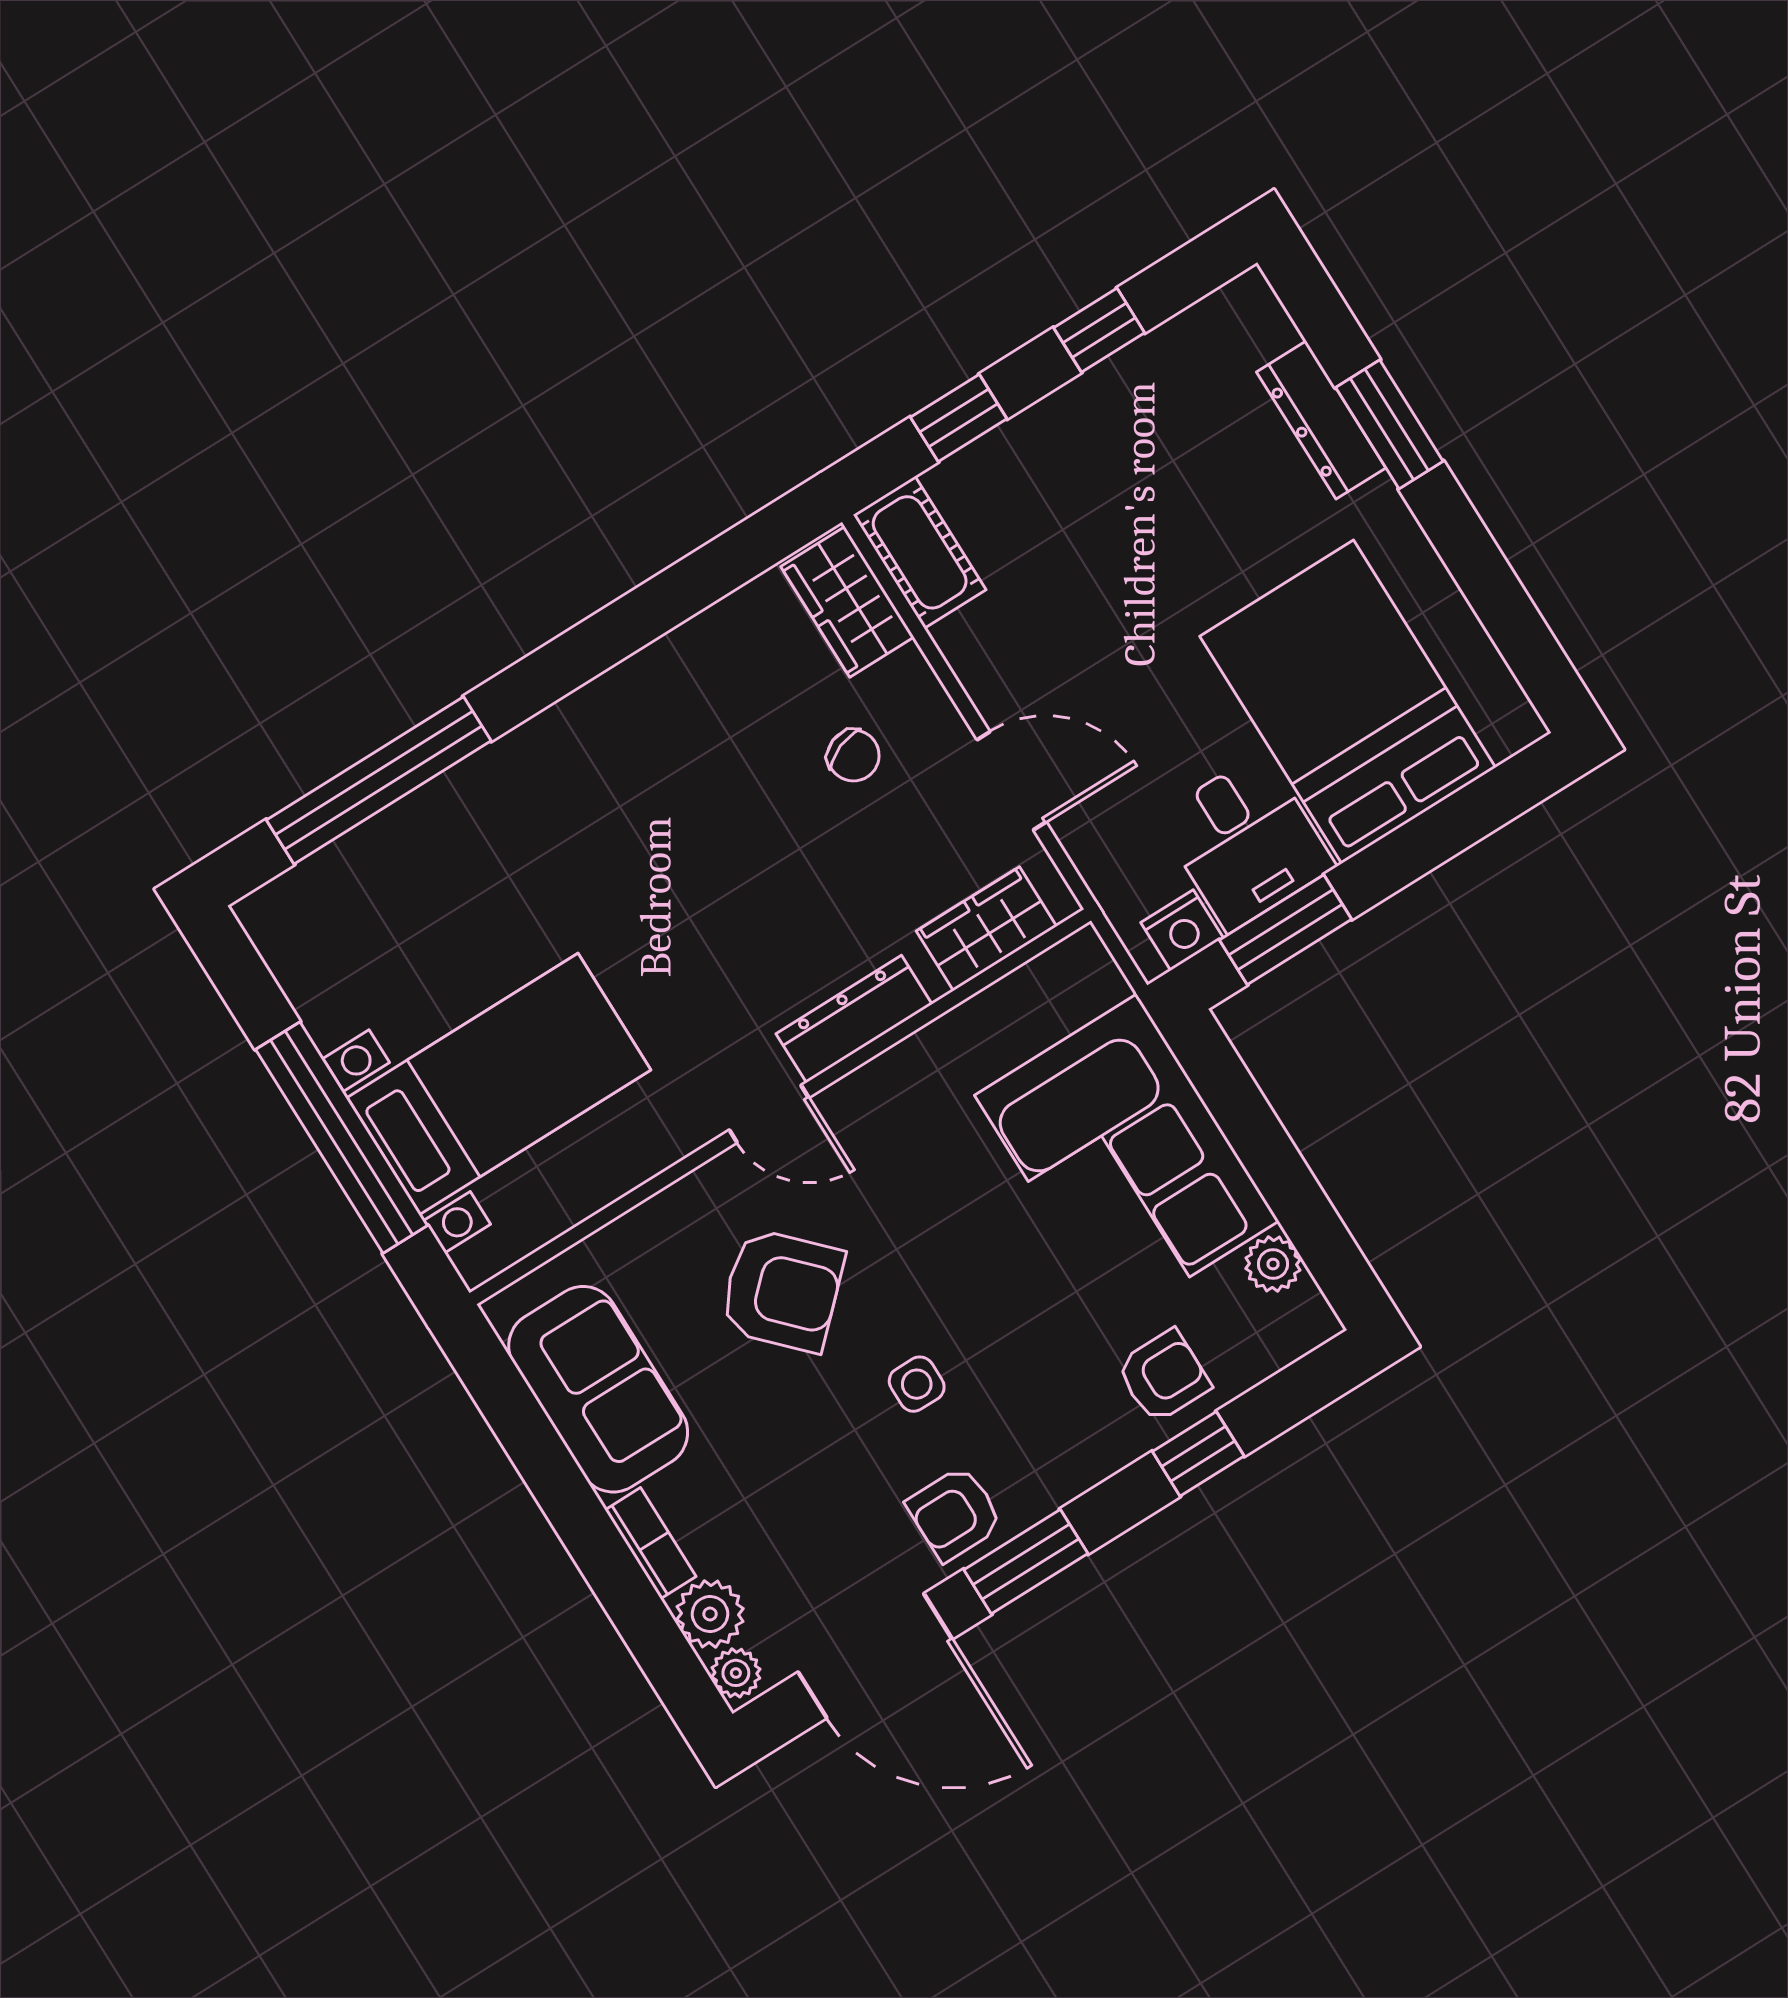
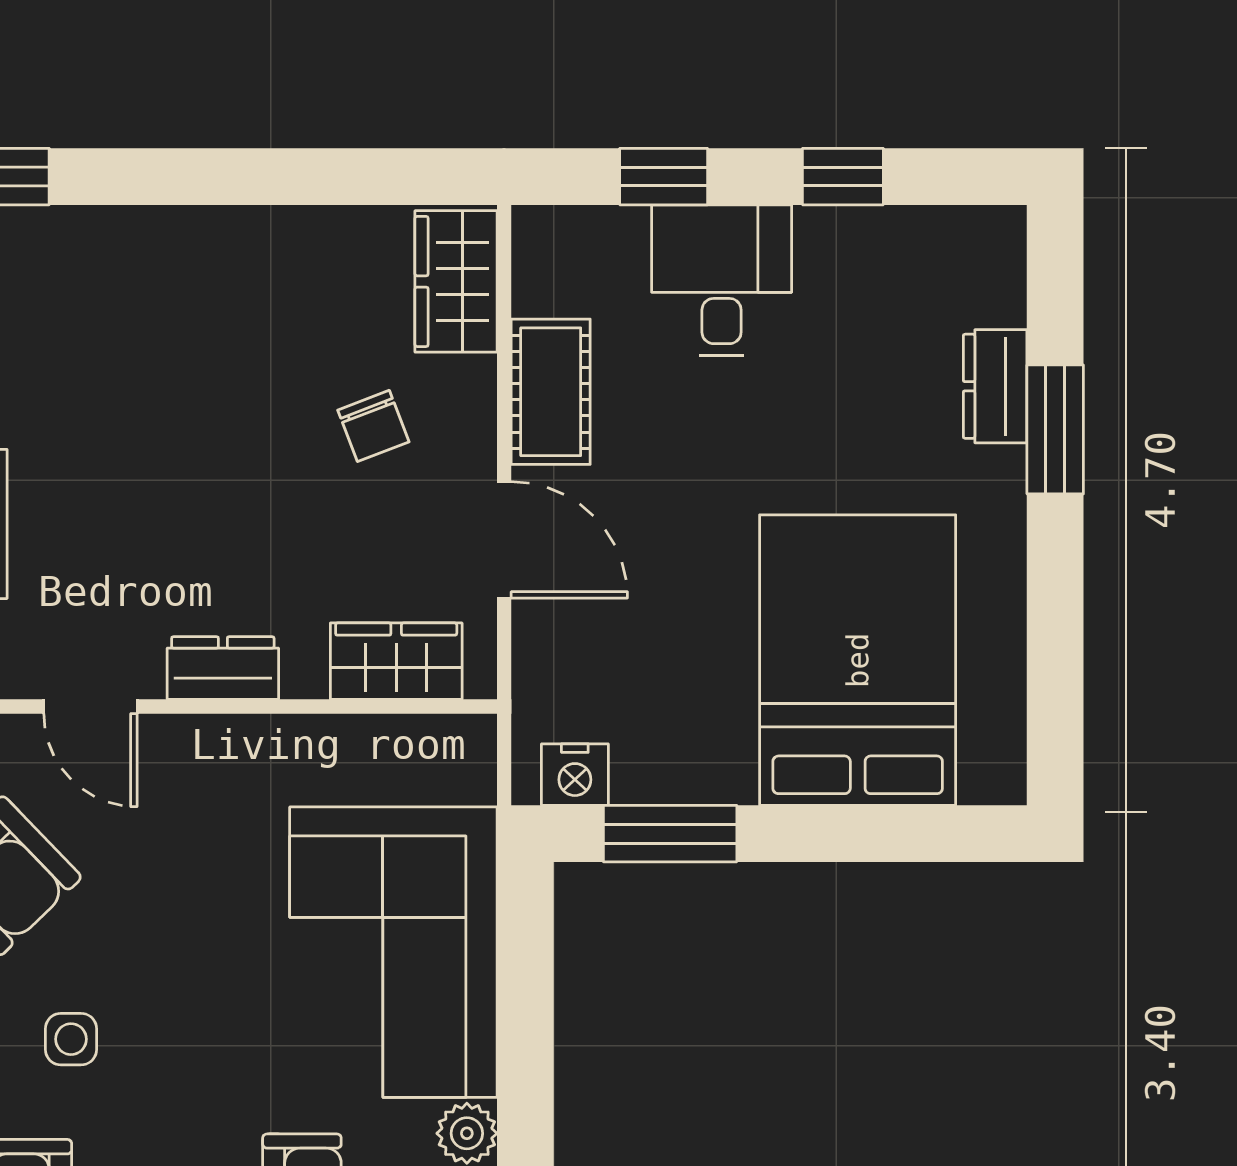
dresser: (1321, 420) -> (995, 386), width x0.70
cot: (920, 552) -> (551, 392), moved
desk: (1246, 842) -> (722, 280), moved, turned 180
dresser: (854, 1019) -> (223, 668), width x0.70

